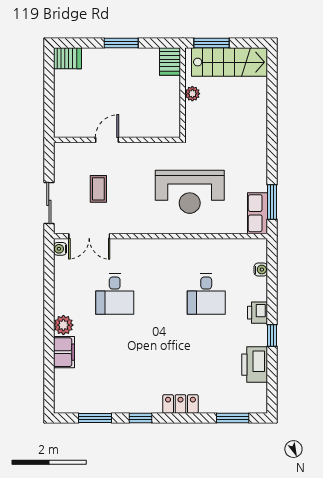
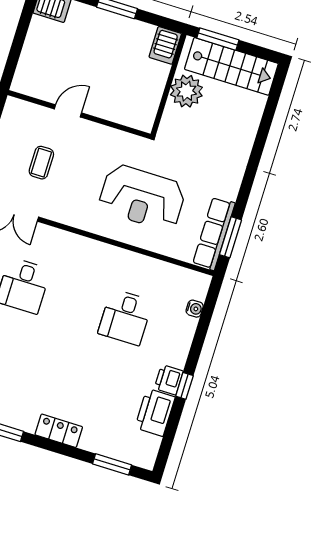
plant: (192, 94) -> (186, 91), width x1.87, depth x1.87
row of seats: (258, 213) -> (214, 234), width x1.48
printer: (258, 313) -> (169, 380), moved

